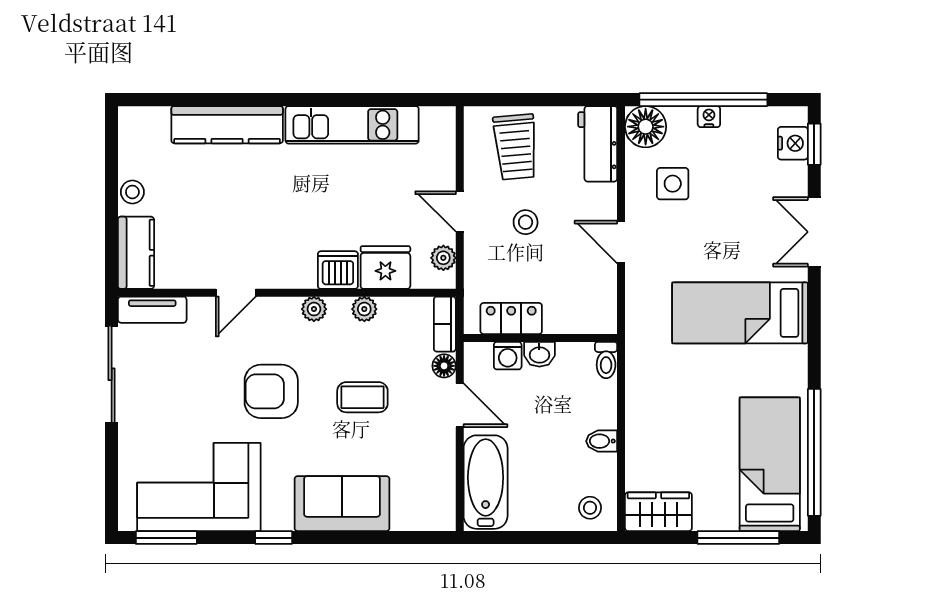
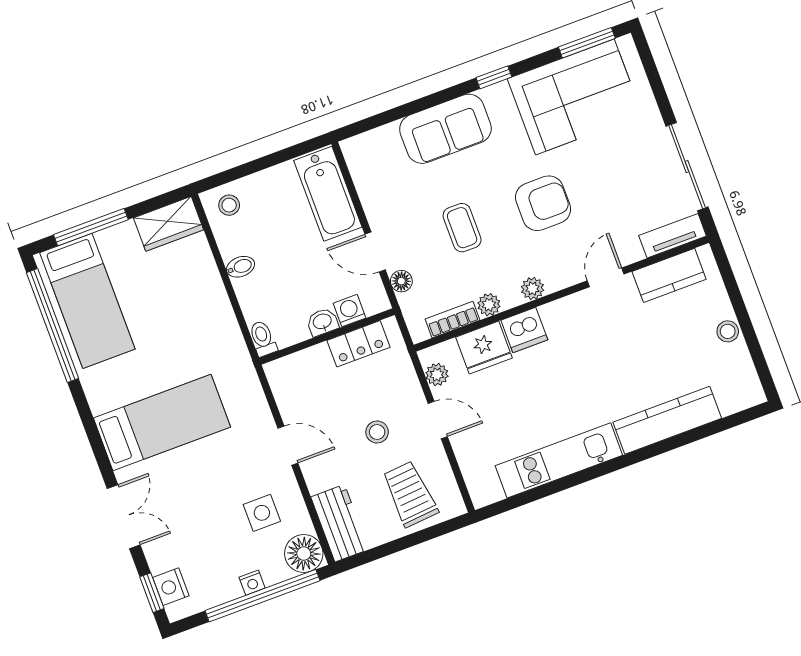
kitchen counter: (136, 253) -> (669, 275), moved, turned -90
bookcase: (445, 324) -> (452, 320), moved, turned -90
coffee table: (362, 397) -> (462, 228), turned 90

